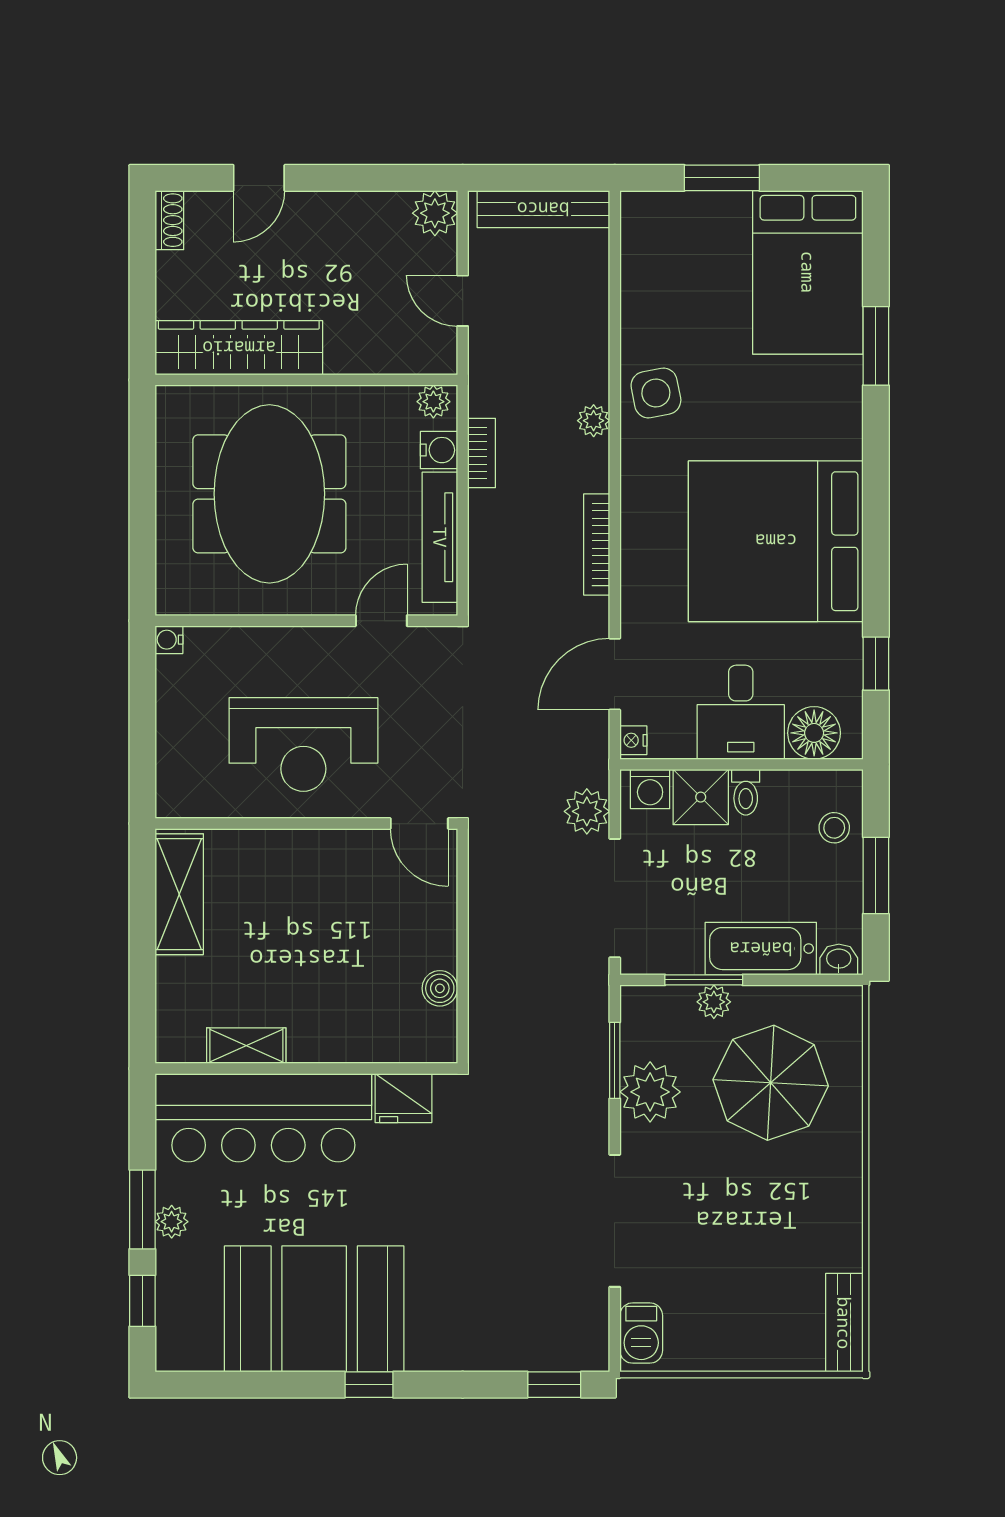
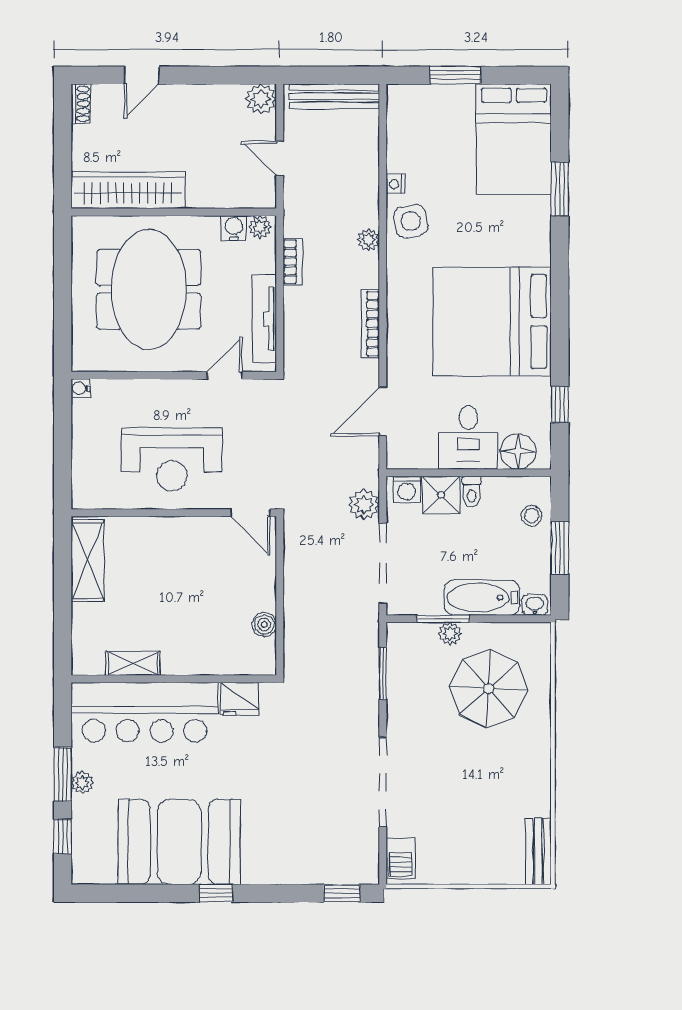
water cooler: (439, 450) -> (234, 228), moved, turned -90
nightstand: (633, 740) -> (395, 184), moved
plant: (650, 1092) -> (407, 695), removed

